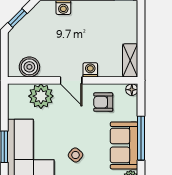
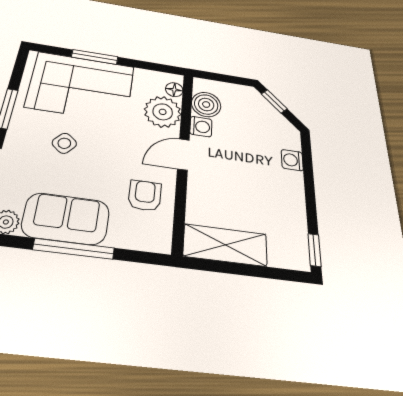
shelving: (130, 60) -> (225, 245), width x1.50, depth x1.33
washing machine: (90, 70) -> (201, 127), moved
floor lamp: (132, 90) -> (174, 90), moved

